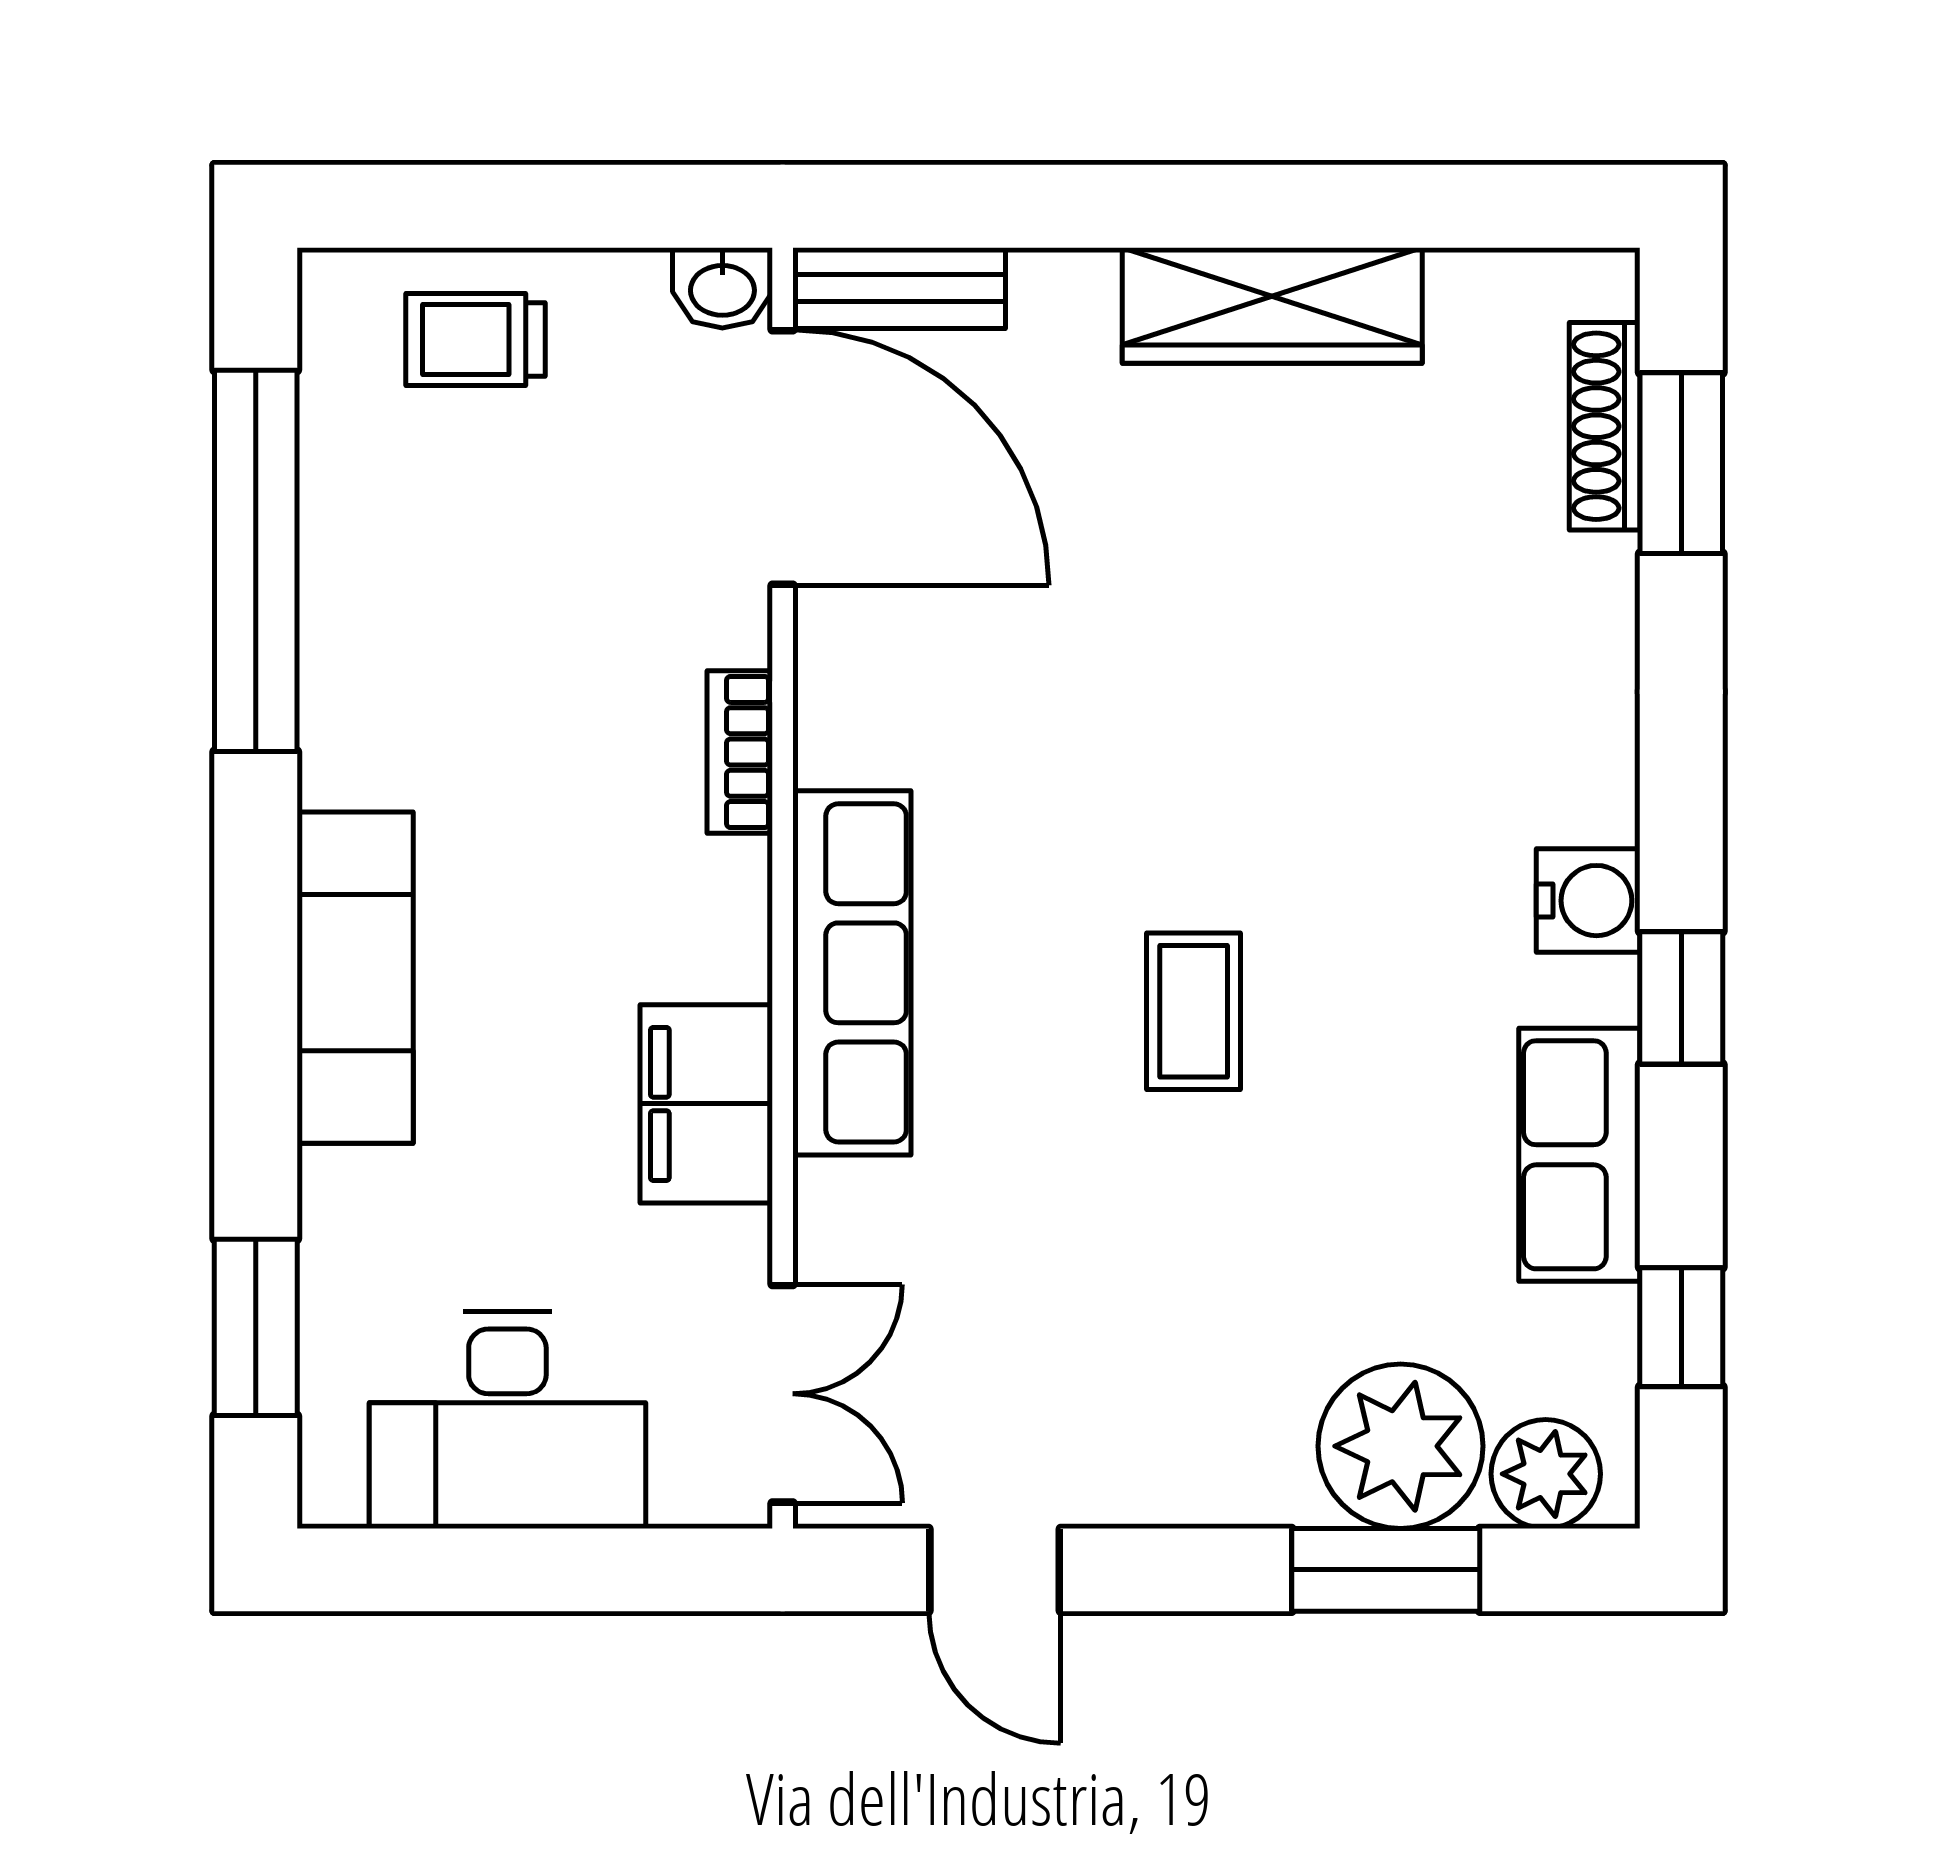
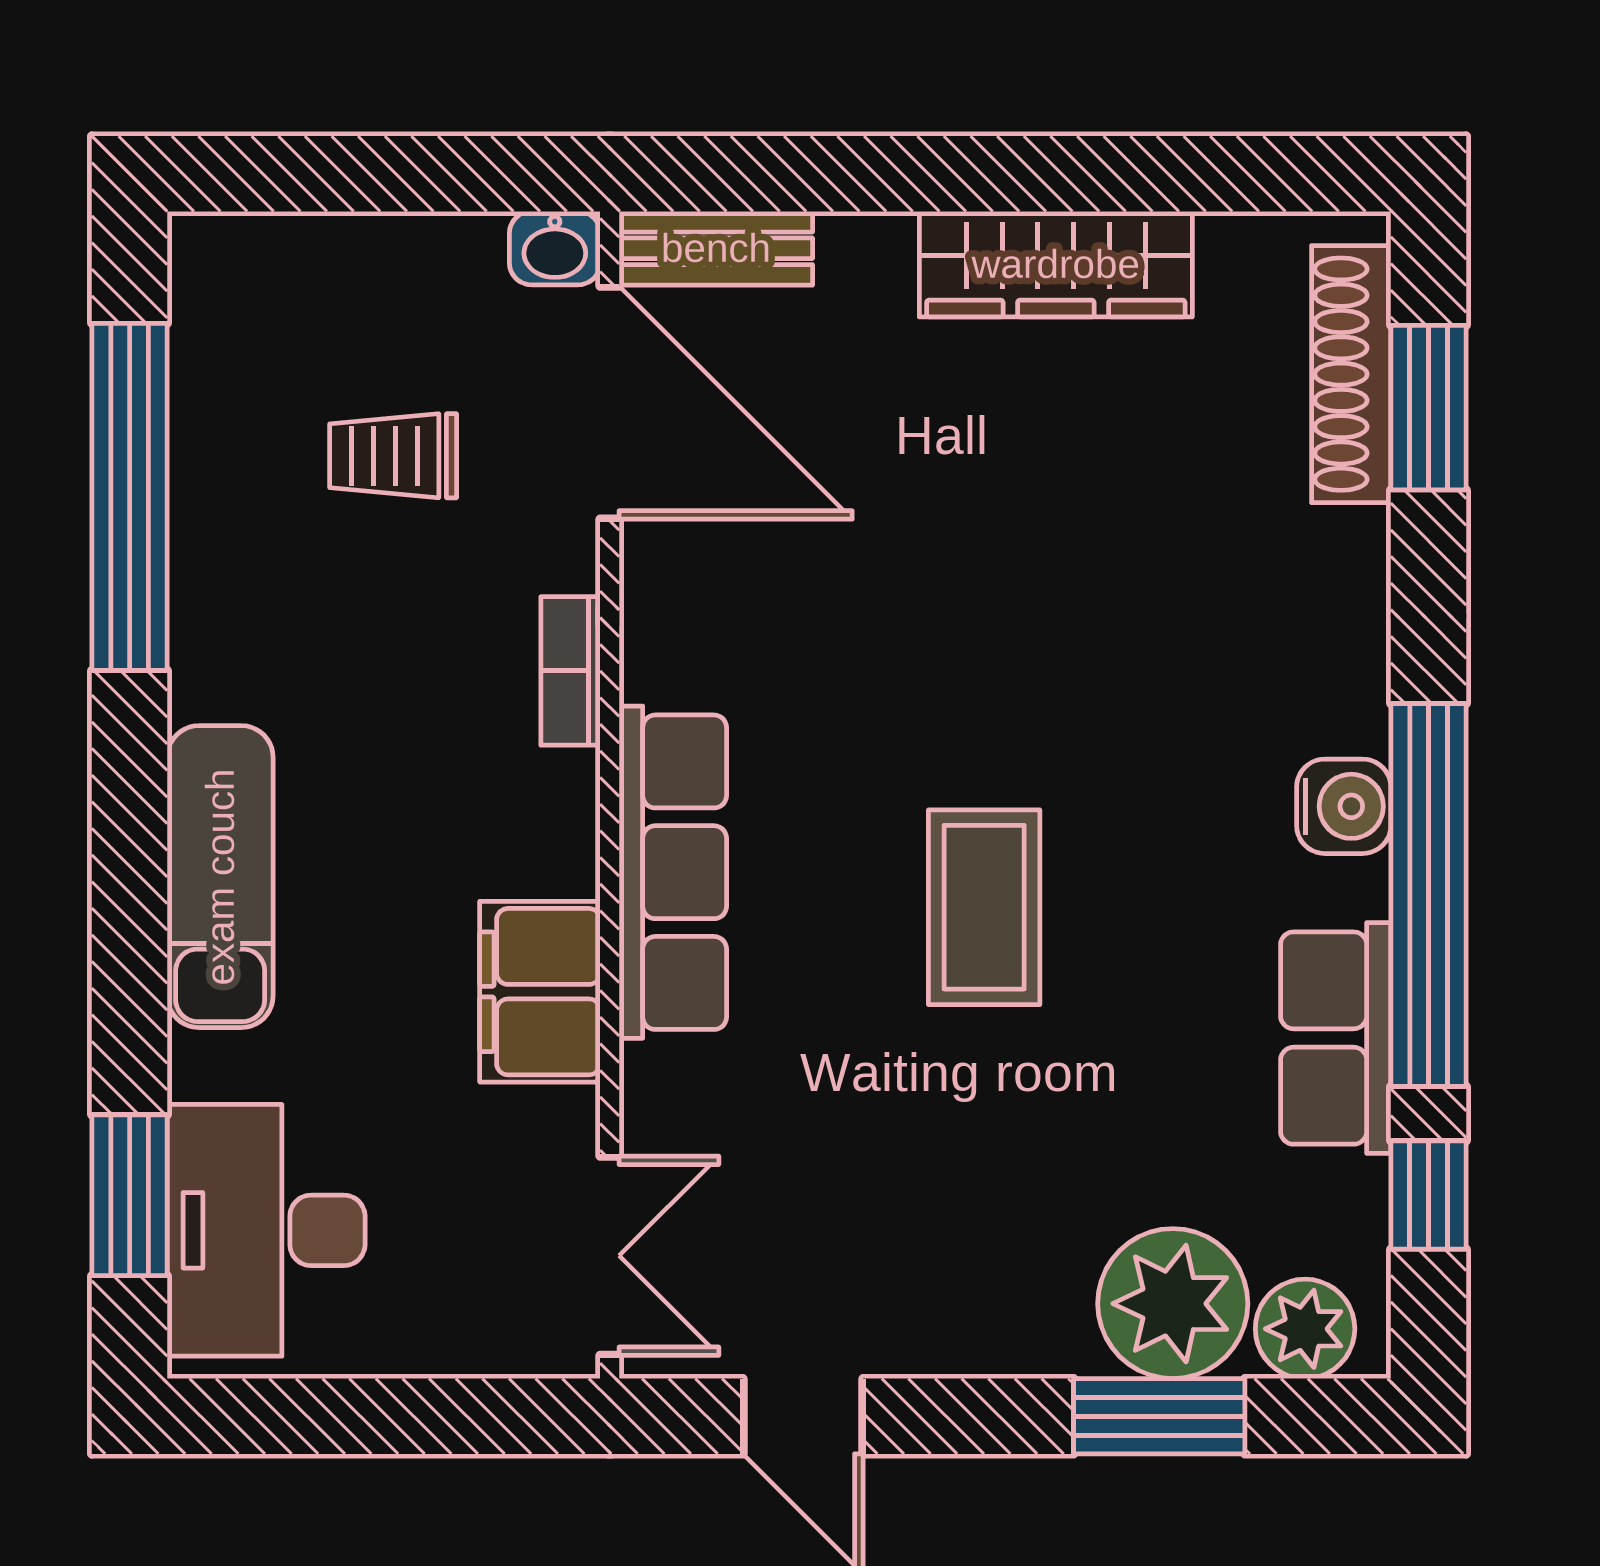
trolley: (475, 339) -> (393, 456), moved
shoe rack: (1605, 426) -> (1351, 374), width x1.36, depth x1.24
window: (1681, 998) -> (1429, 895), width x3.17
coffee table: (1194, 1011) -> (984, 907), width x1.36, depth x1.30
desk: (507, 1420) -> (266, 1230), moved, turned 90

